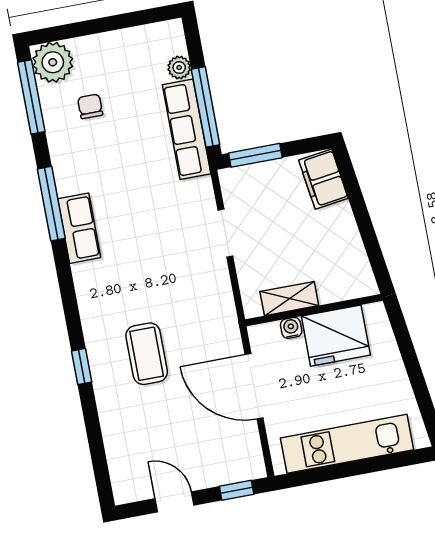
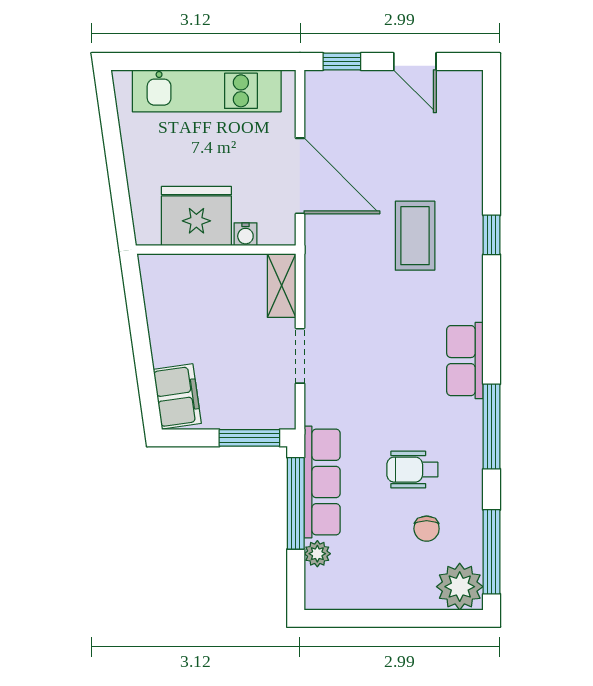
wheelchair: (112, 154) -> (412, 470), added
row of seats: (79, 228) -> (465, 361), moved
shelving: (289, 299) -> (282, 286), moved, turned 90

